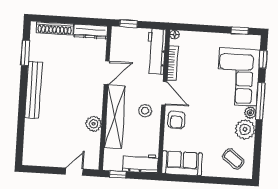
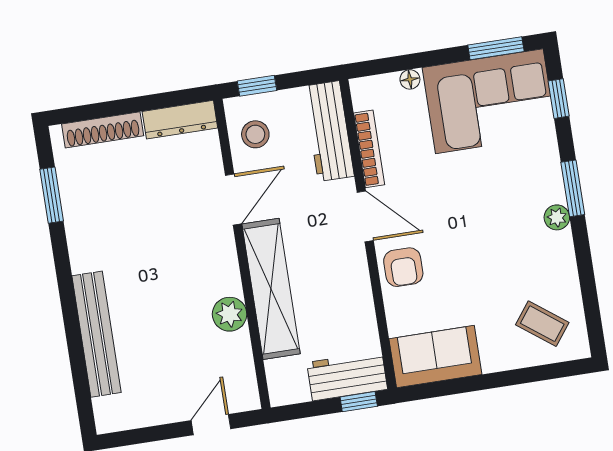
window: (240, 31) -> (496, 48), width x1.50
floor lamp: (174, 35) -> (410, 79), moved
corner sofa: (238, 77) -> (489, 101), moved, turned -90
bench: (34, 90) -> (96, 334), moved
window: (260, 101) -> (573, 188), width x0.69
stool: (145, 111) -> (255, 134), moved
plant: (245, 129) -> (553, 255), removed
window: (118, 174) -> (359, 402), moved

